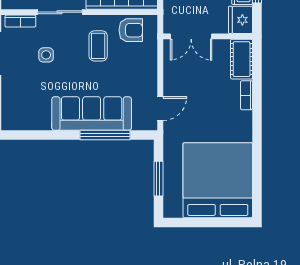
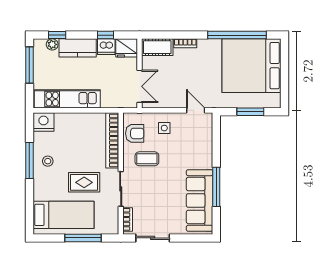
armchair: (131, 30) -> (135, 133), turned 90
side table: (46, 55) -> (164, 128), moved
sofa: (92, 114) -> (200, 200), moved
window: (105, 135) -> (216, 187), moved
window: (257, 162) -> (237, 35), added

